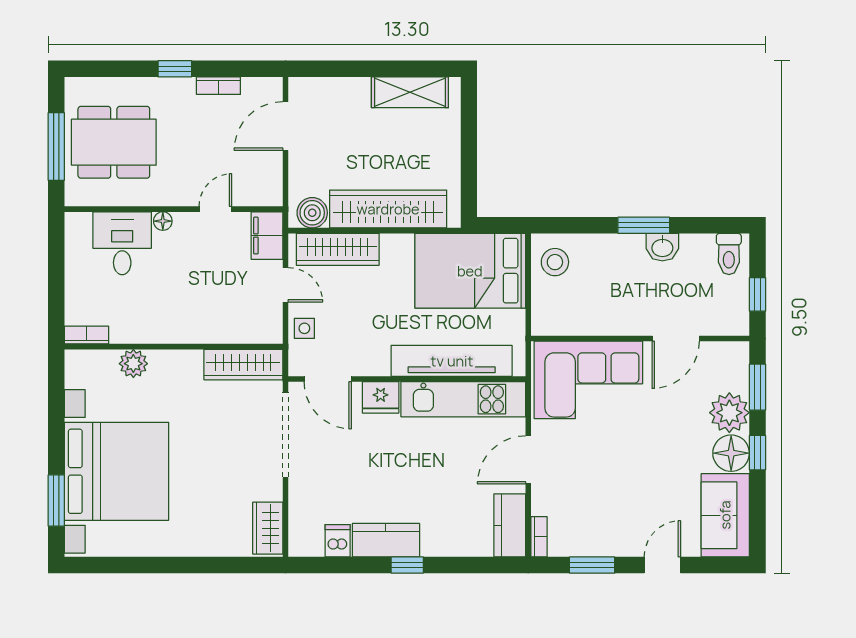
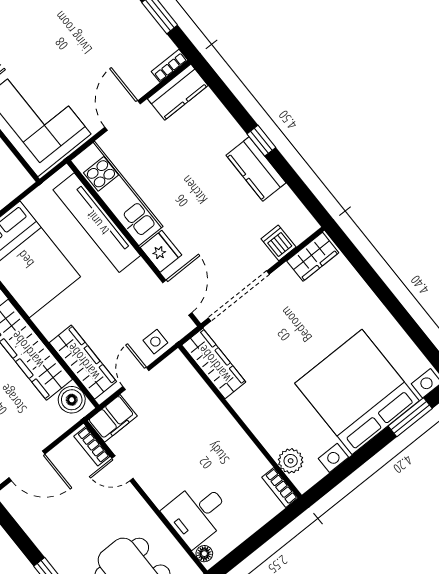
bookcase: (218, 86) -> (92, 446), moved, turned 180
floor lamp: (163, 221) -> (204, 554), moved
plant: (133, 364) -> (291, 461), moved
door: (528, 460) -> (123, 115), swing flipped
dishwasher: (338, 541) -> (279, 243), moved, turned 90

